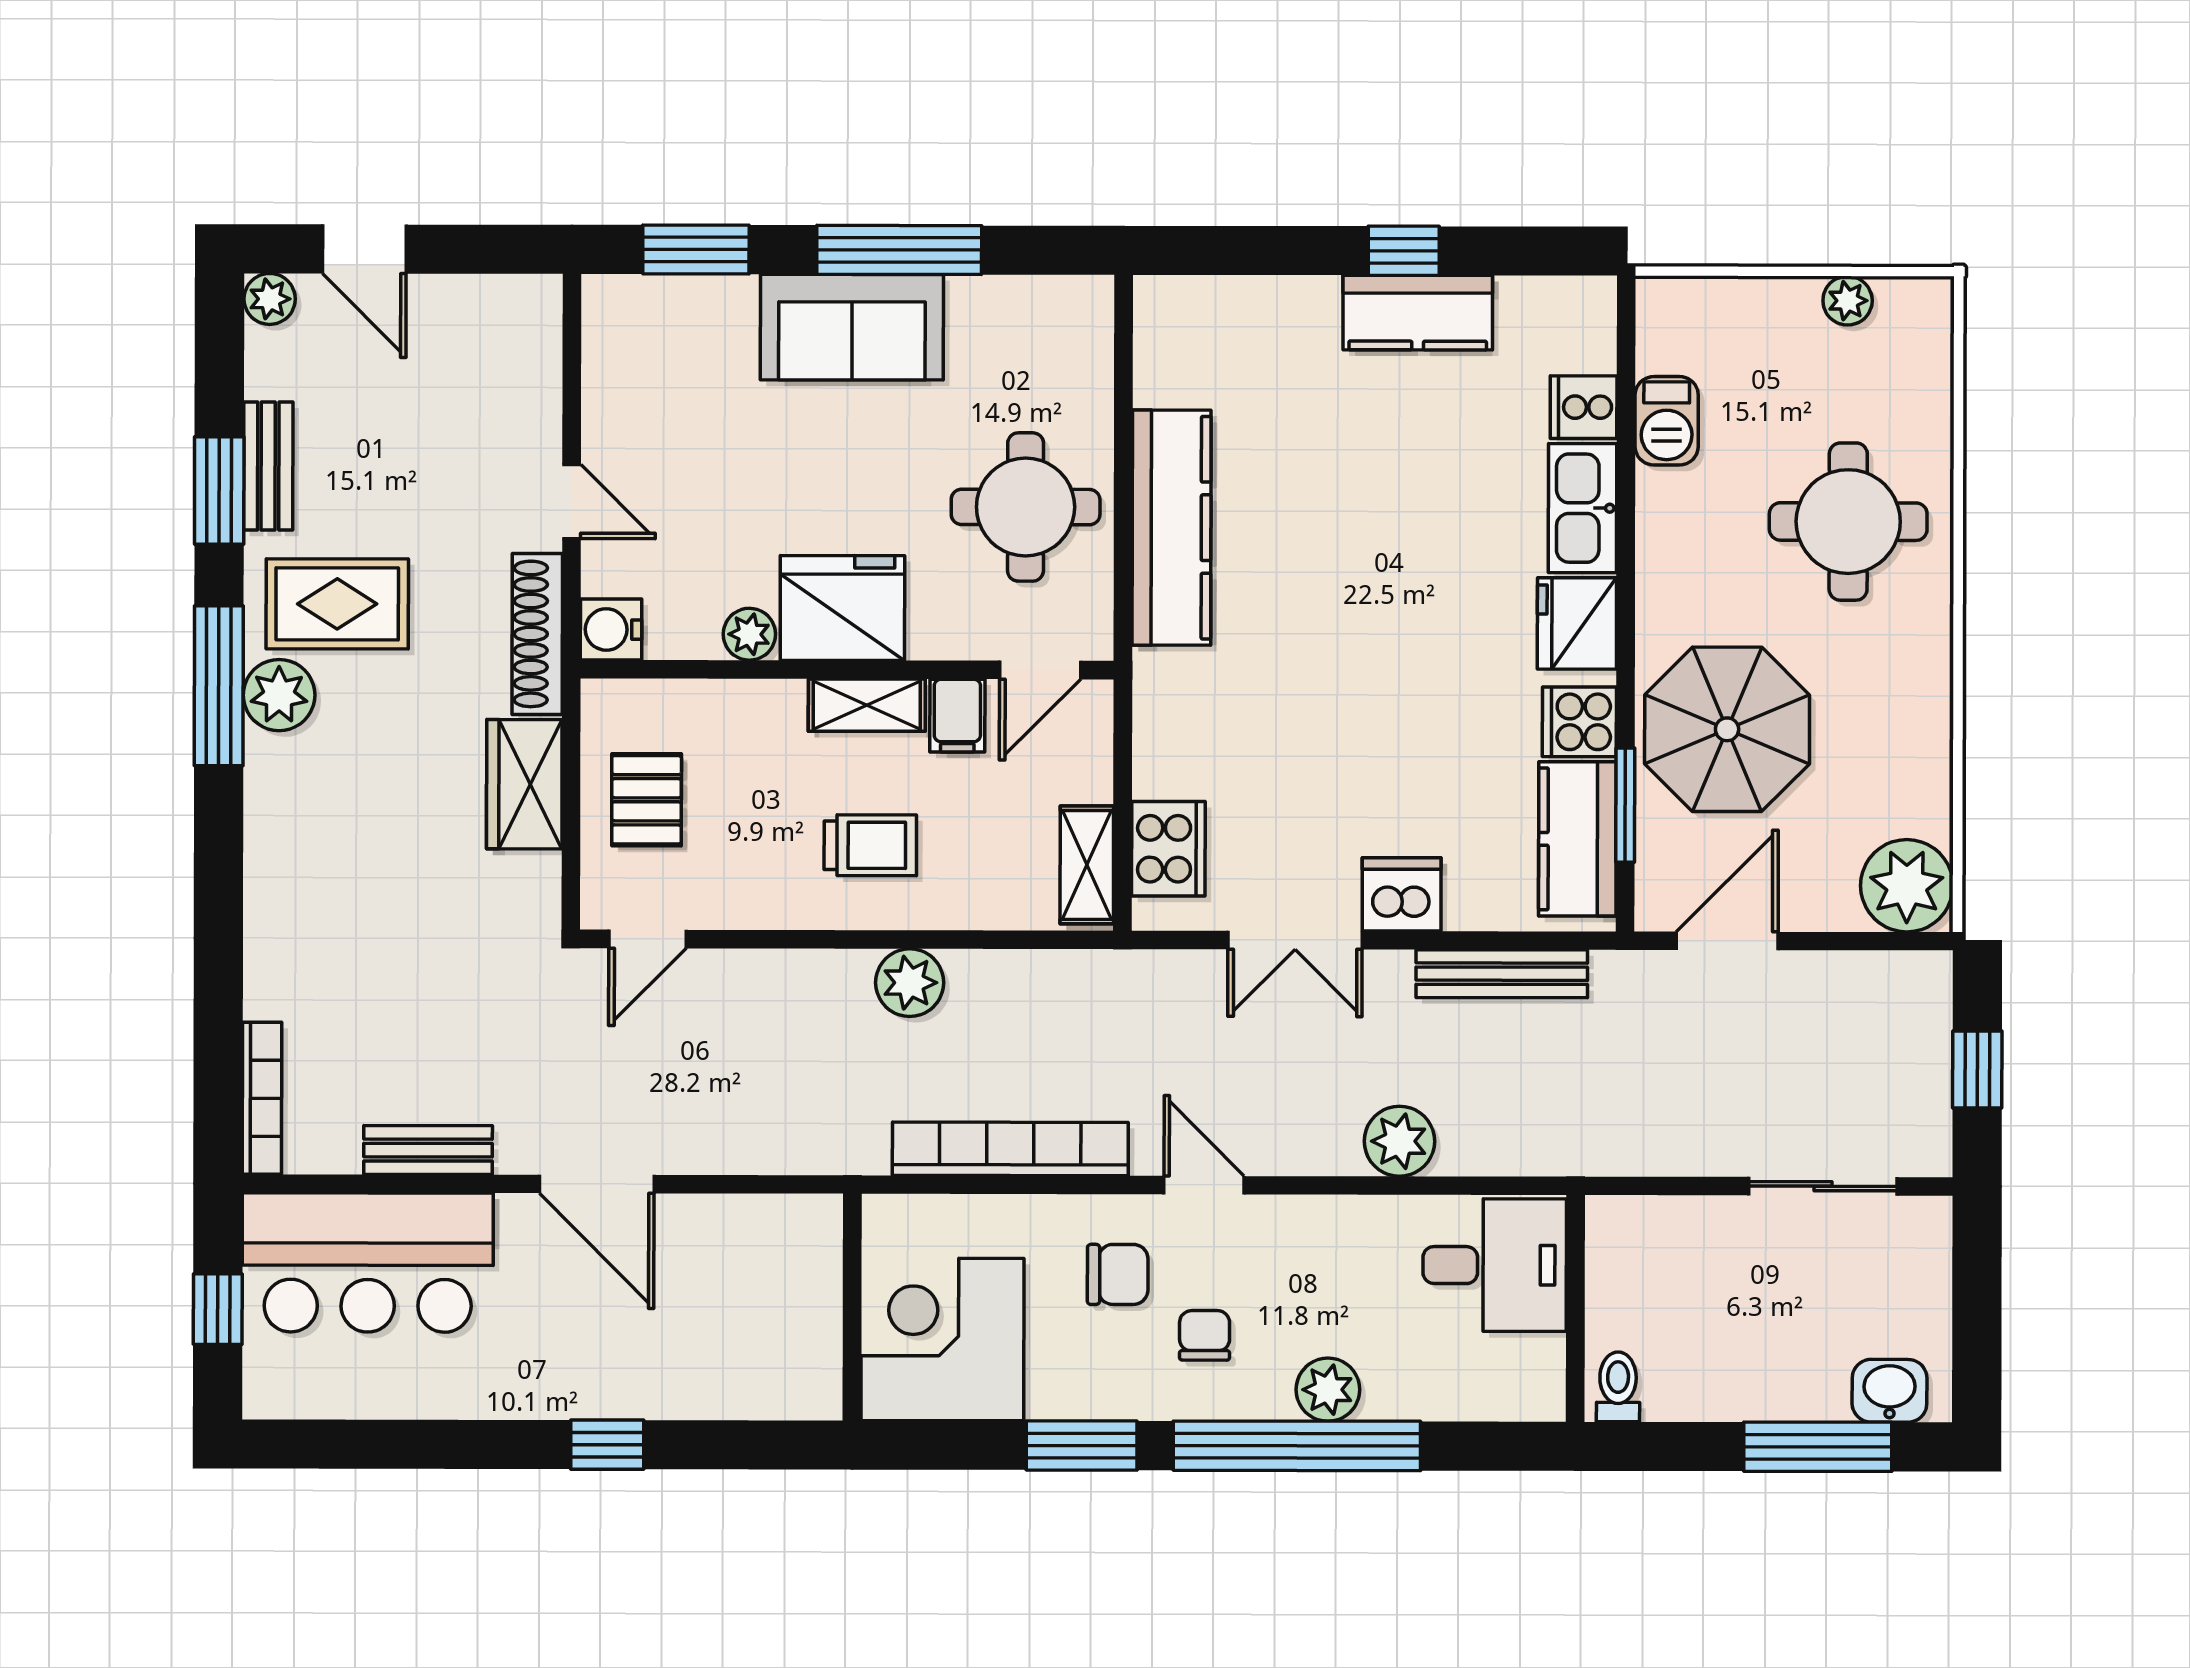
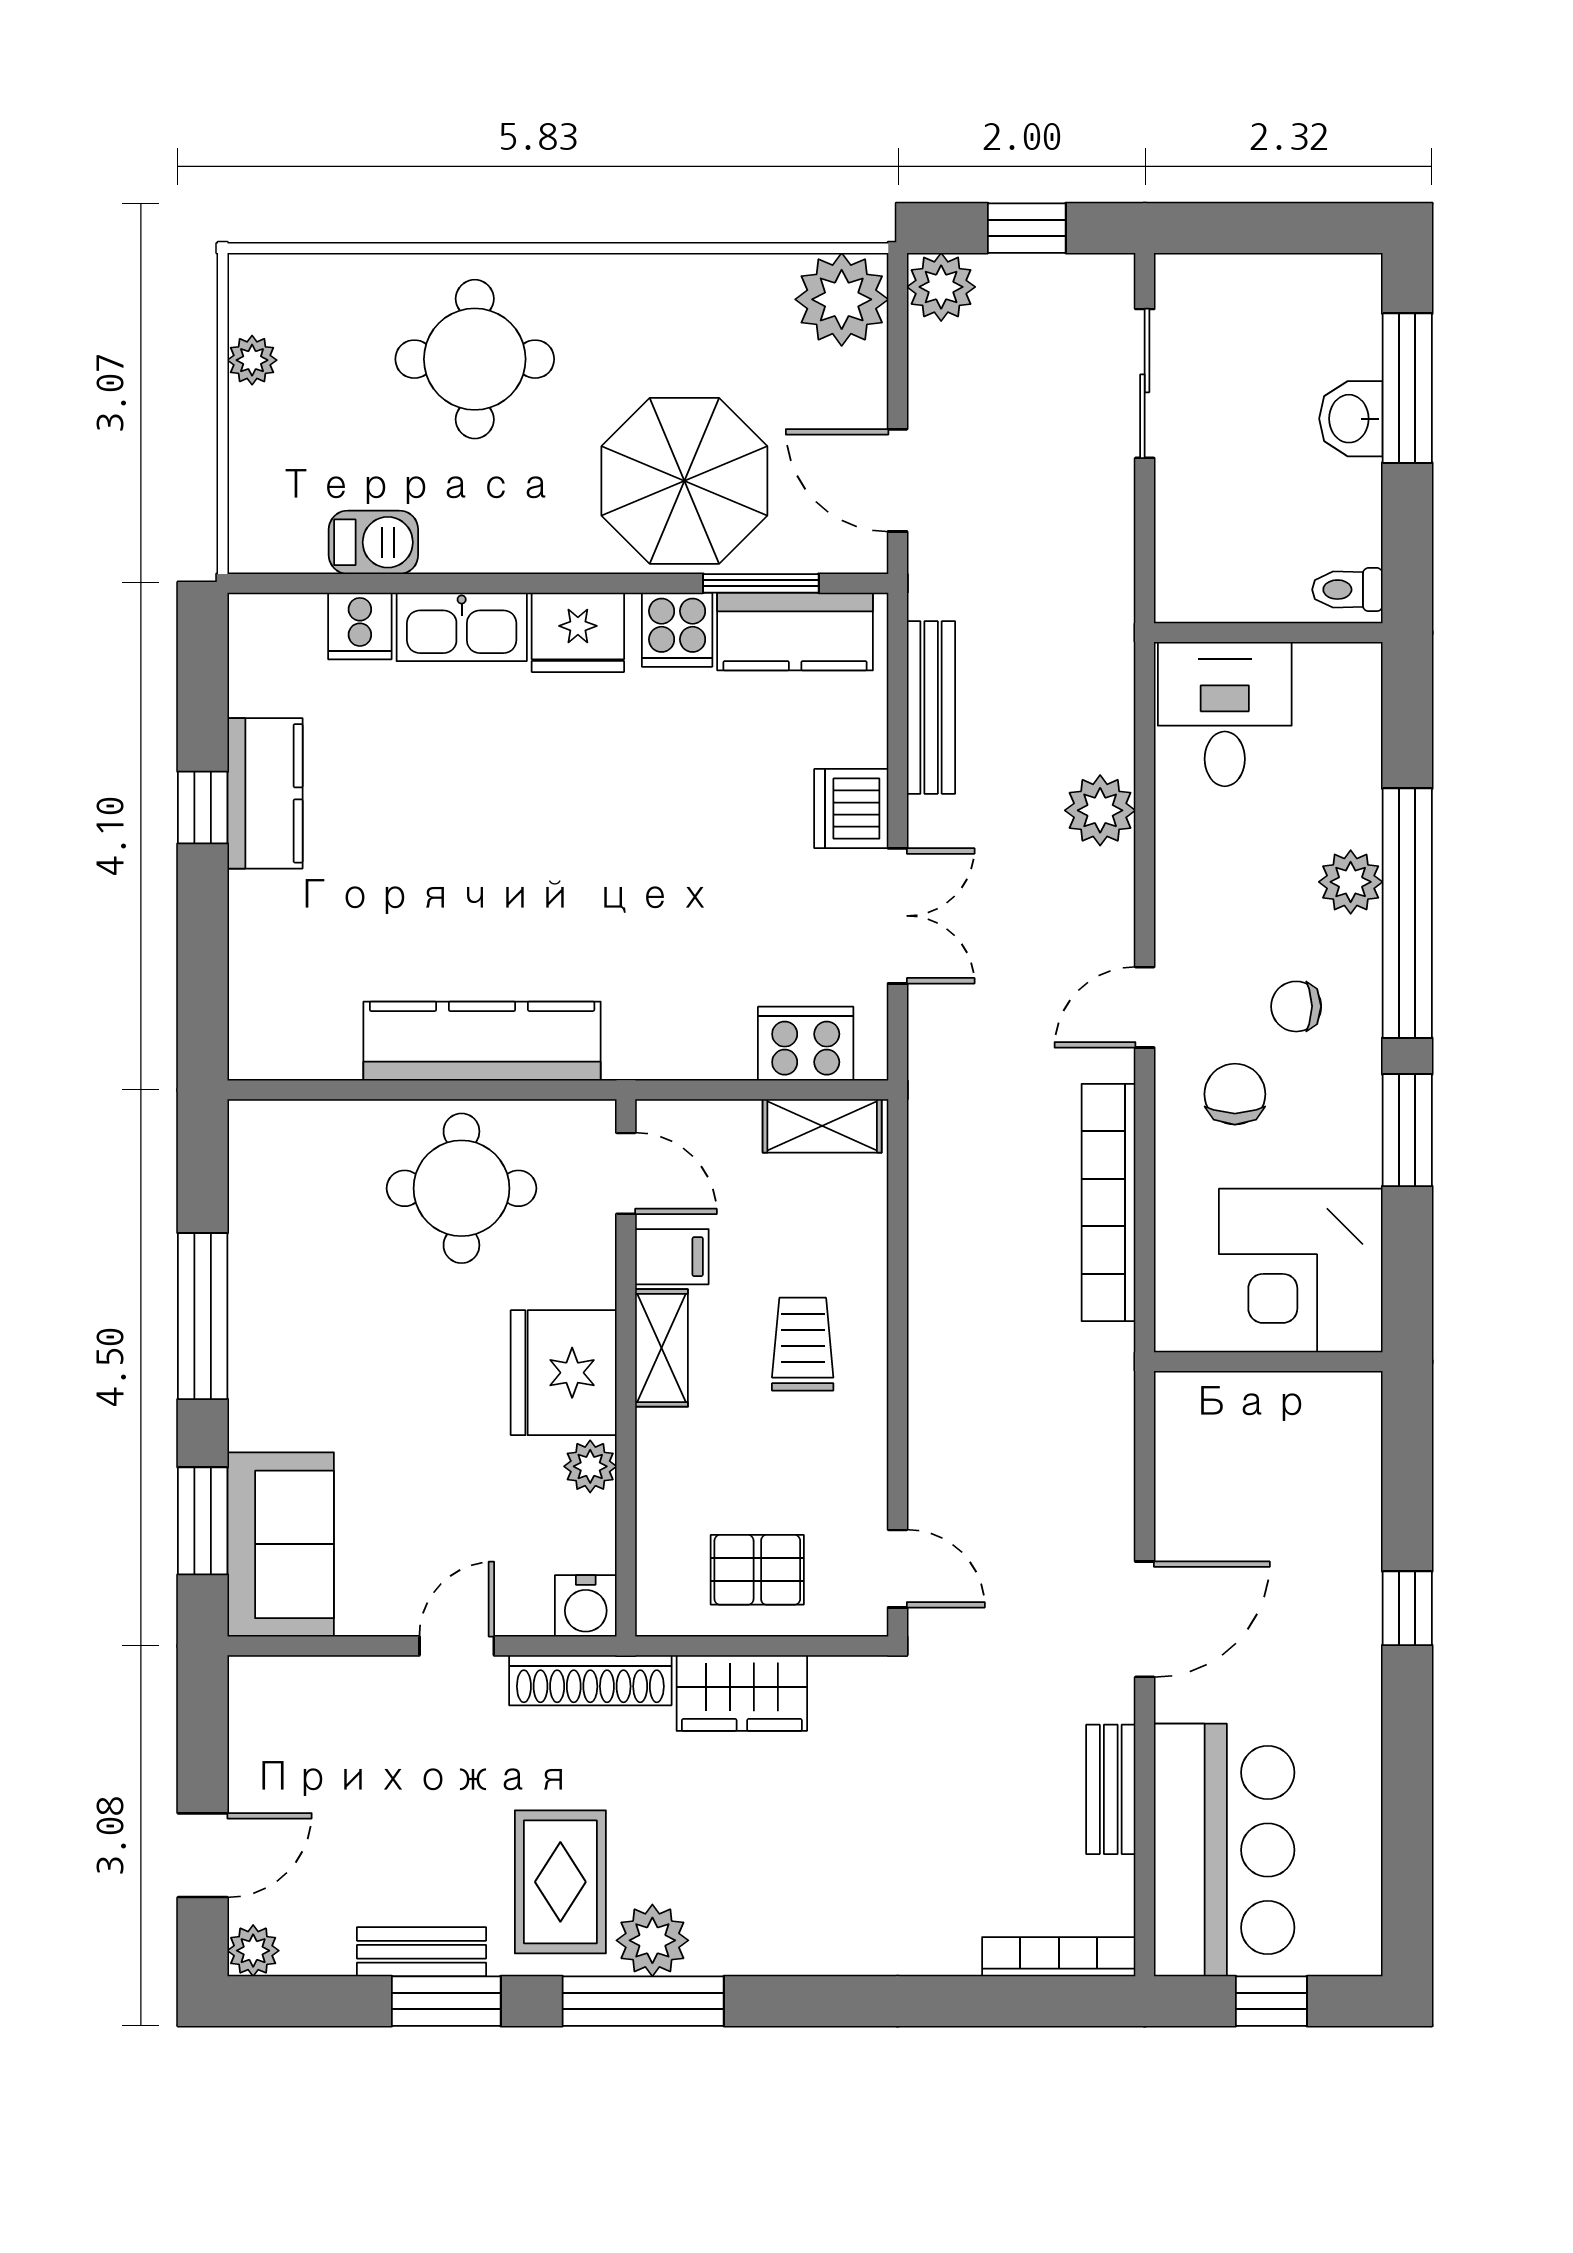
sofa: (852, 327) -> (281, 1544), moved
plant: (910, 983) -> (941, 287), moved
washbasin: (1890, 1391) -> (1351, 419), moved

